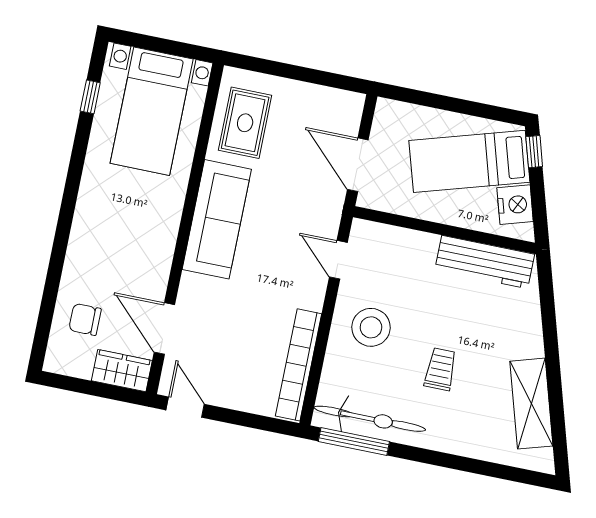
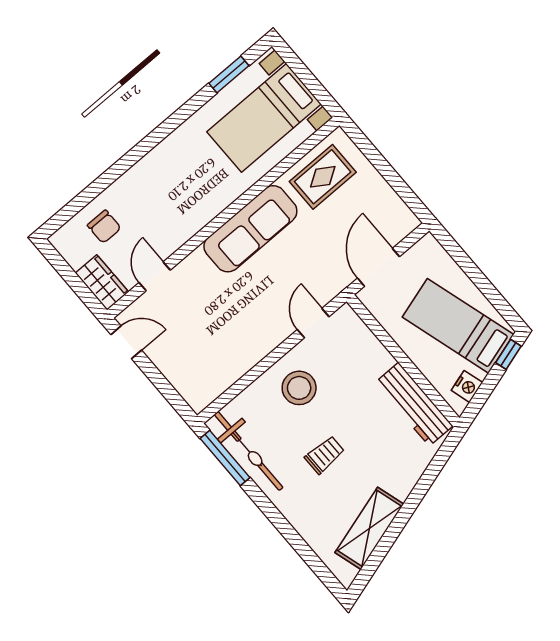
window: (90, 97) -> (229, 75), width x1.50
nightstand: (515, 205) -> (467, 386), width x0.74, depth x0.75
chair: (85, 319) -> (104, 227), turned 180
door: (164, 328) -> (155, 276), width x0.73
bookcase: (299, 365) -> (228, 375), removed
door: (185, 407) -> (126, 342), hinge flipped

